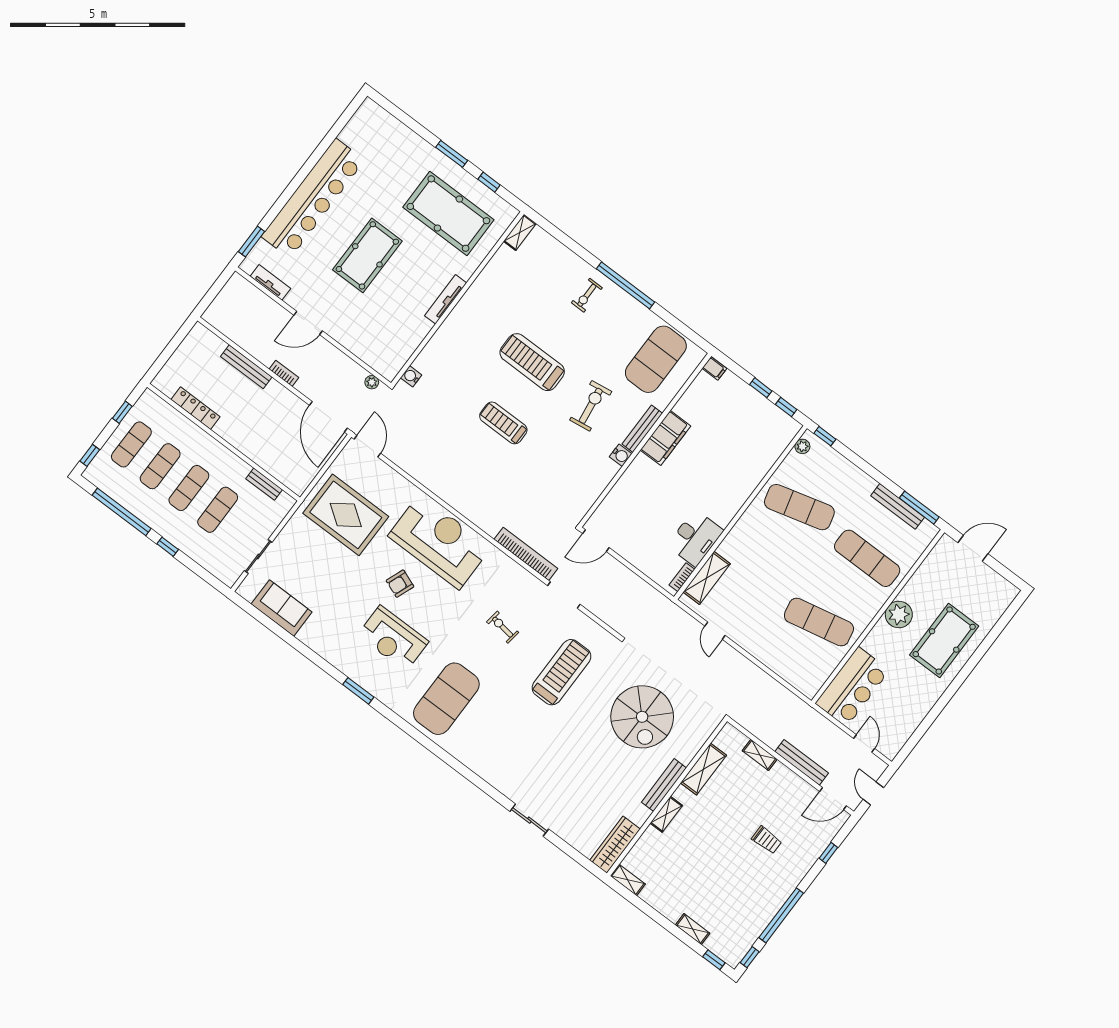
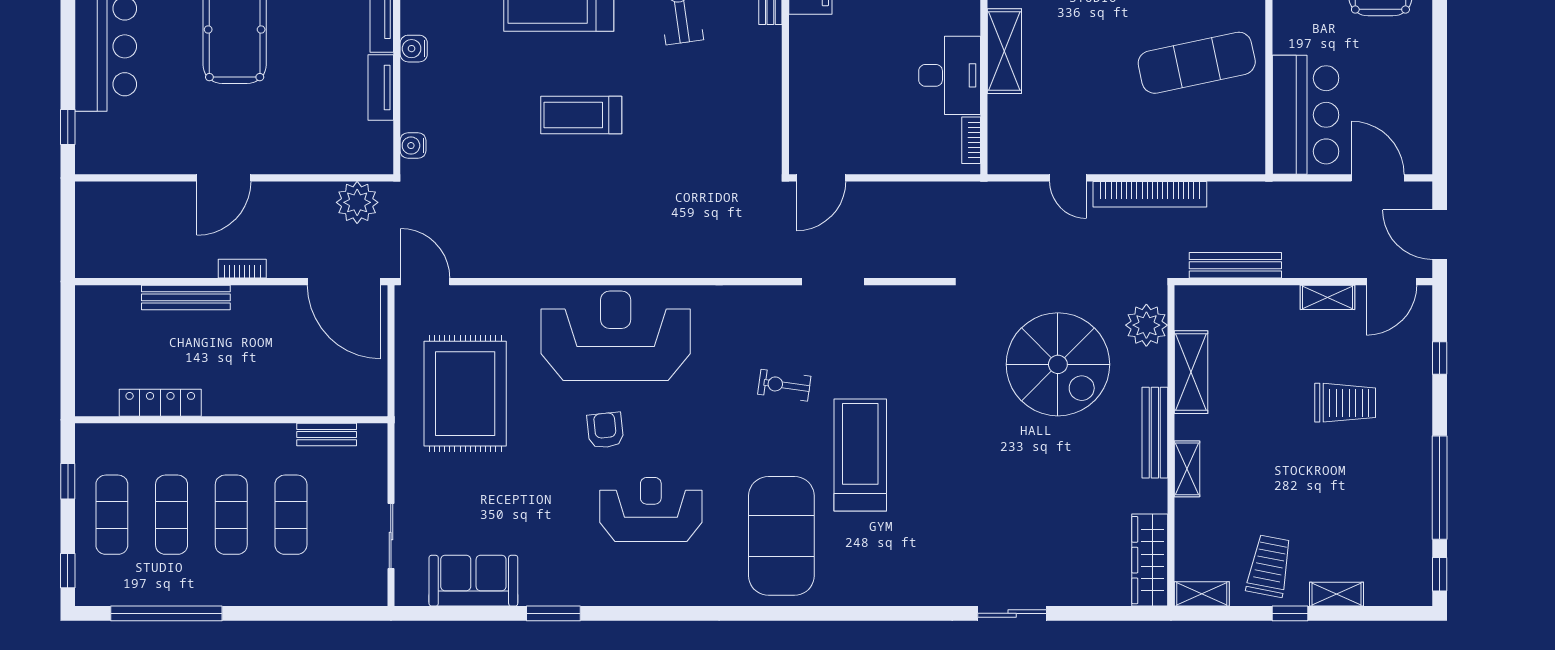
window: (251, 242) -> (68, 127), width x0.67
tv unit: (270, 282) -> (381, 88), moved, turned -90
plant: (372, 382) -> (357, 202), width x1.88, depth x1.88
water cooler: (621, 455) -> (414, 49), moved, turned 180
rug: (346, 515) -> (465, 394), turned 90
window: (168, 547) -> (262, 613), removed
bookcase: (526, 554) -> (1150, 194), moved, turned 180
shelving: (707, 578) -> (1004, 51), moved
armchair: (400, 584) -> (605, 430), turned 153
reception desk: (393, 638) -> (651, 509), turned 180
treadmill: (562, 672) -> (860, 455), moved
window: (358, 691) -> (553, 613), moved
plant: (699, 730) -> (1146, 325), added
door: (864, 744) -> (1378, 178), width x1.38
shelving: (760, 755) -> (1327, 297), moved
bench: (802, 762) -> (1235, 265), moved
door: (873, 793) -> (1440, 235), width x1.38
trolley: (767, 840) -> (1345, 403), width x1.36, depth x1.39
trolley: (670, 891) -> (1269, 566), added
window: (714, 960) -> (1290, 613), moved

